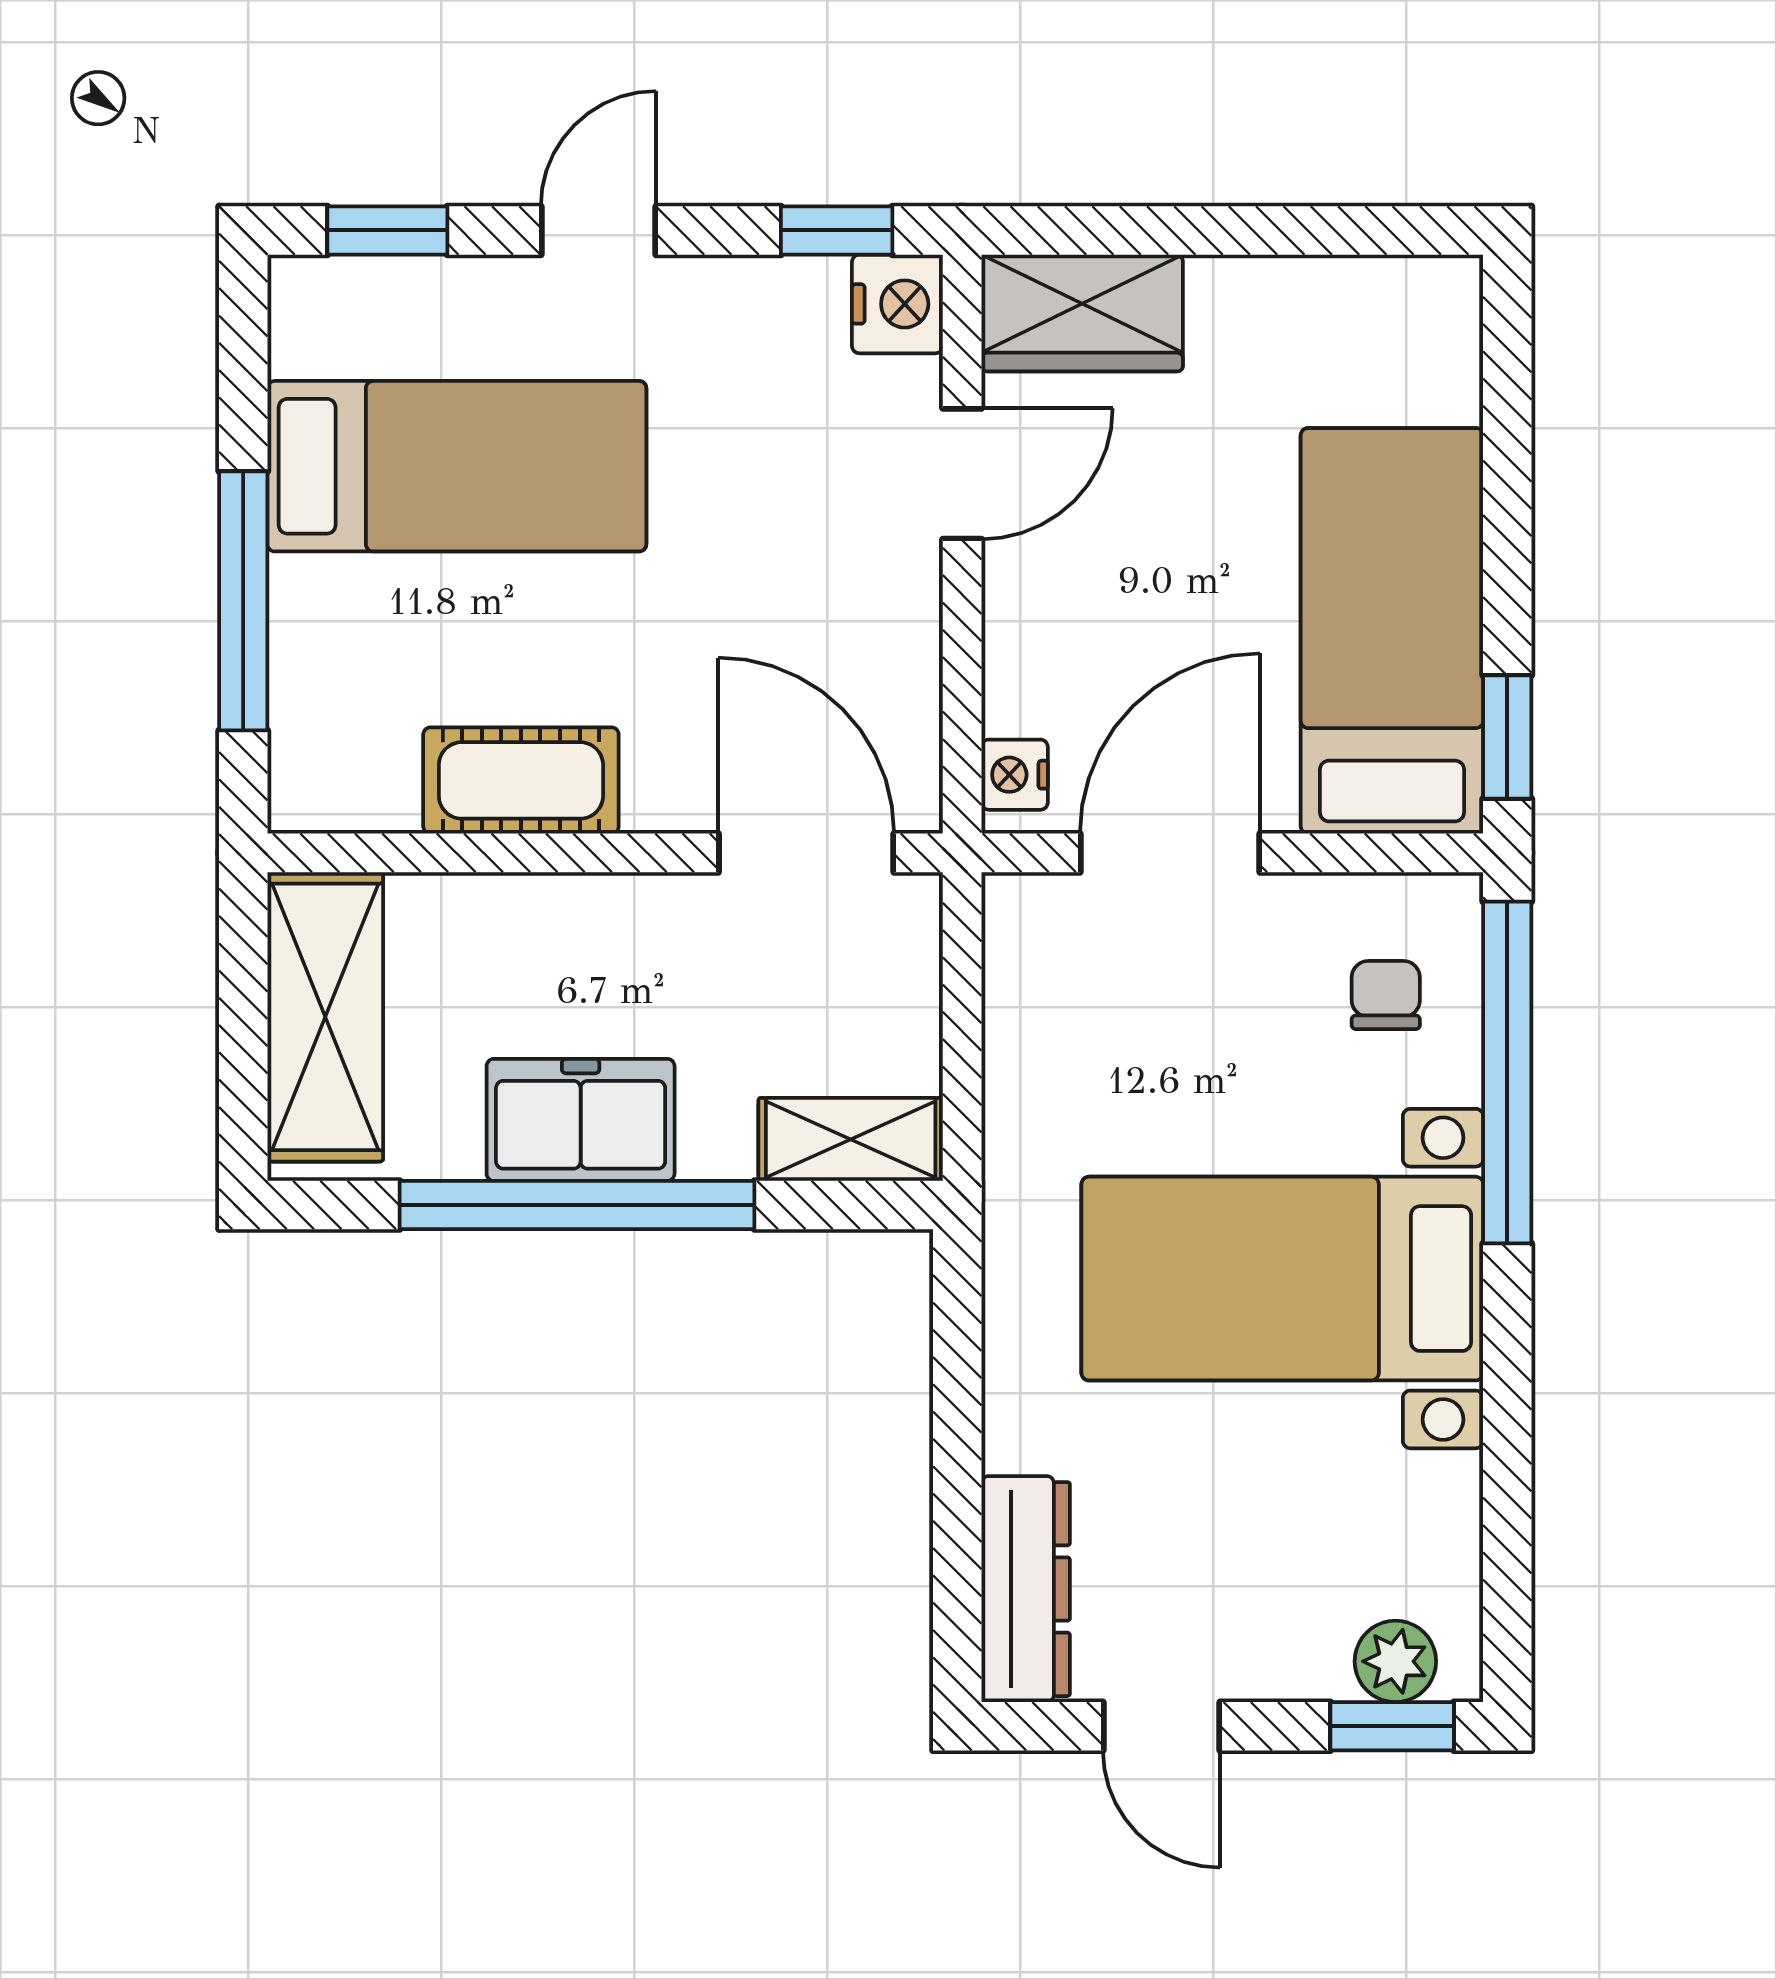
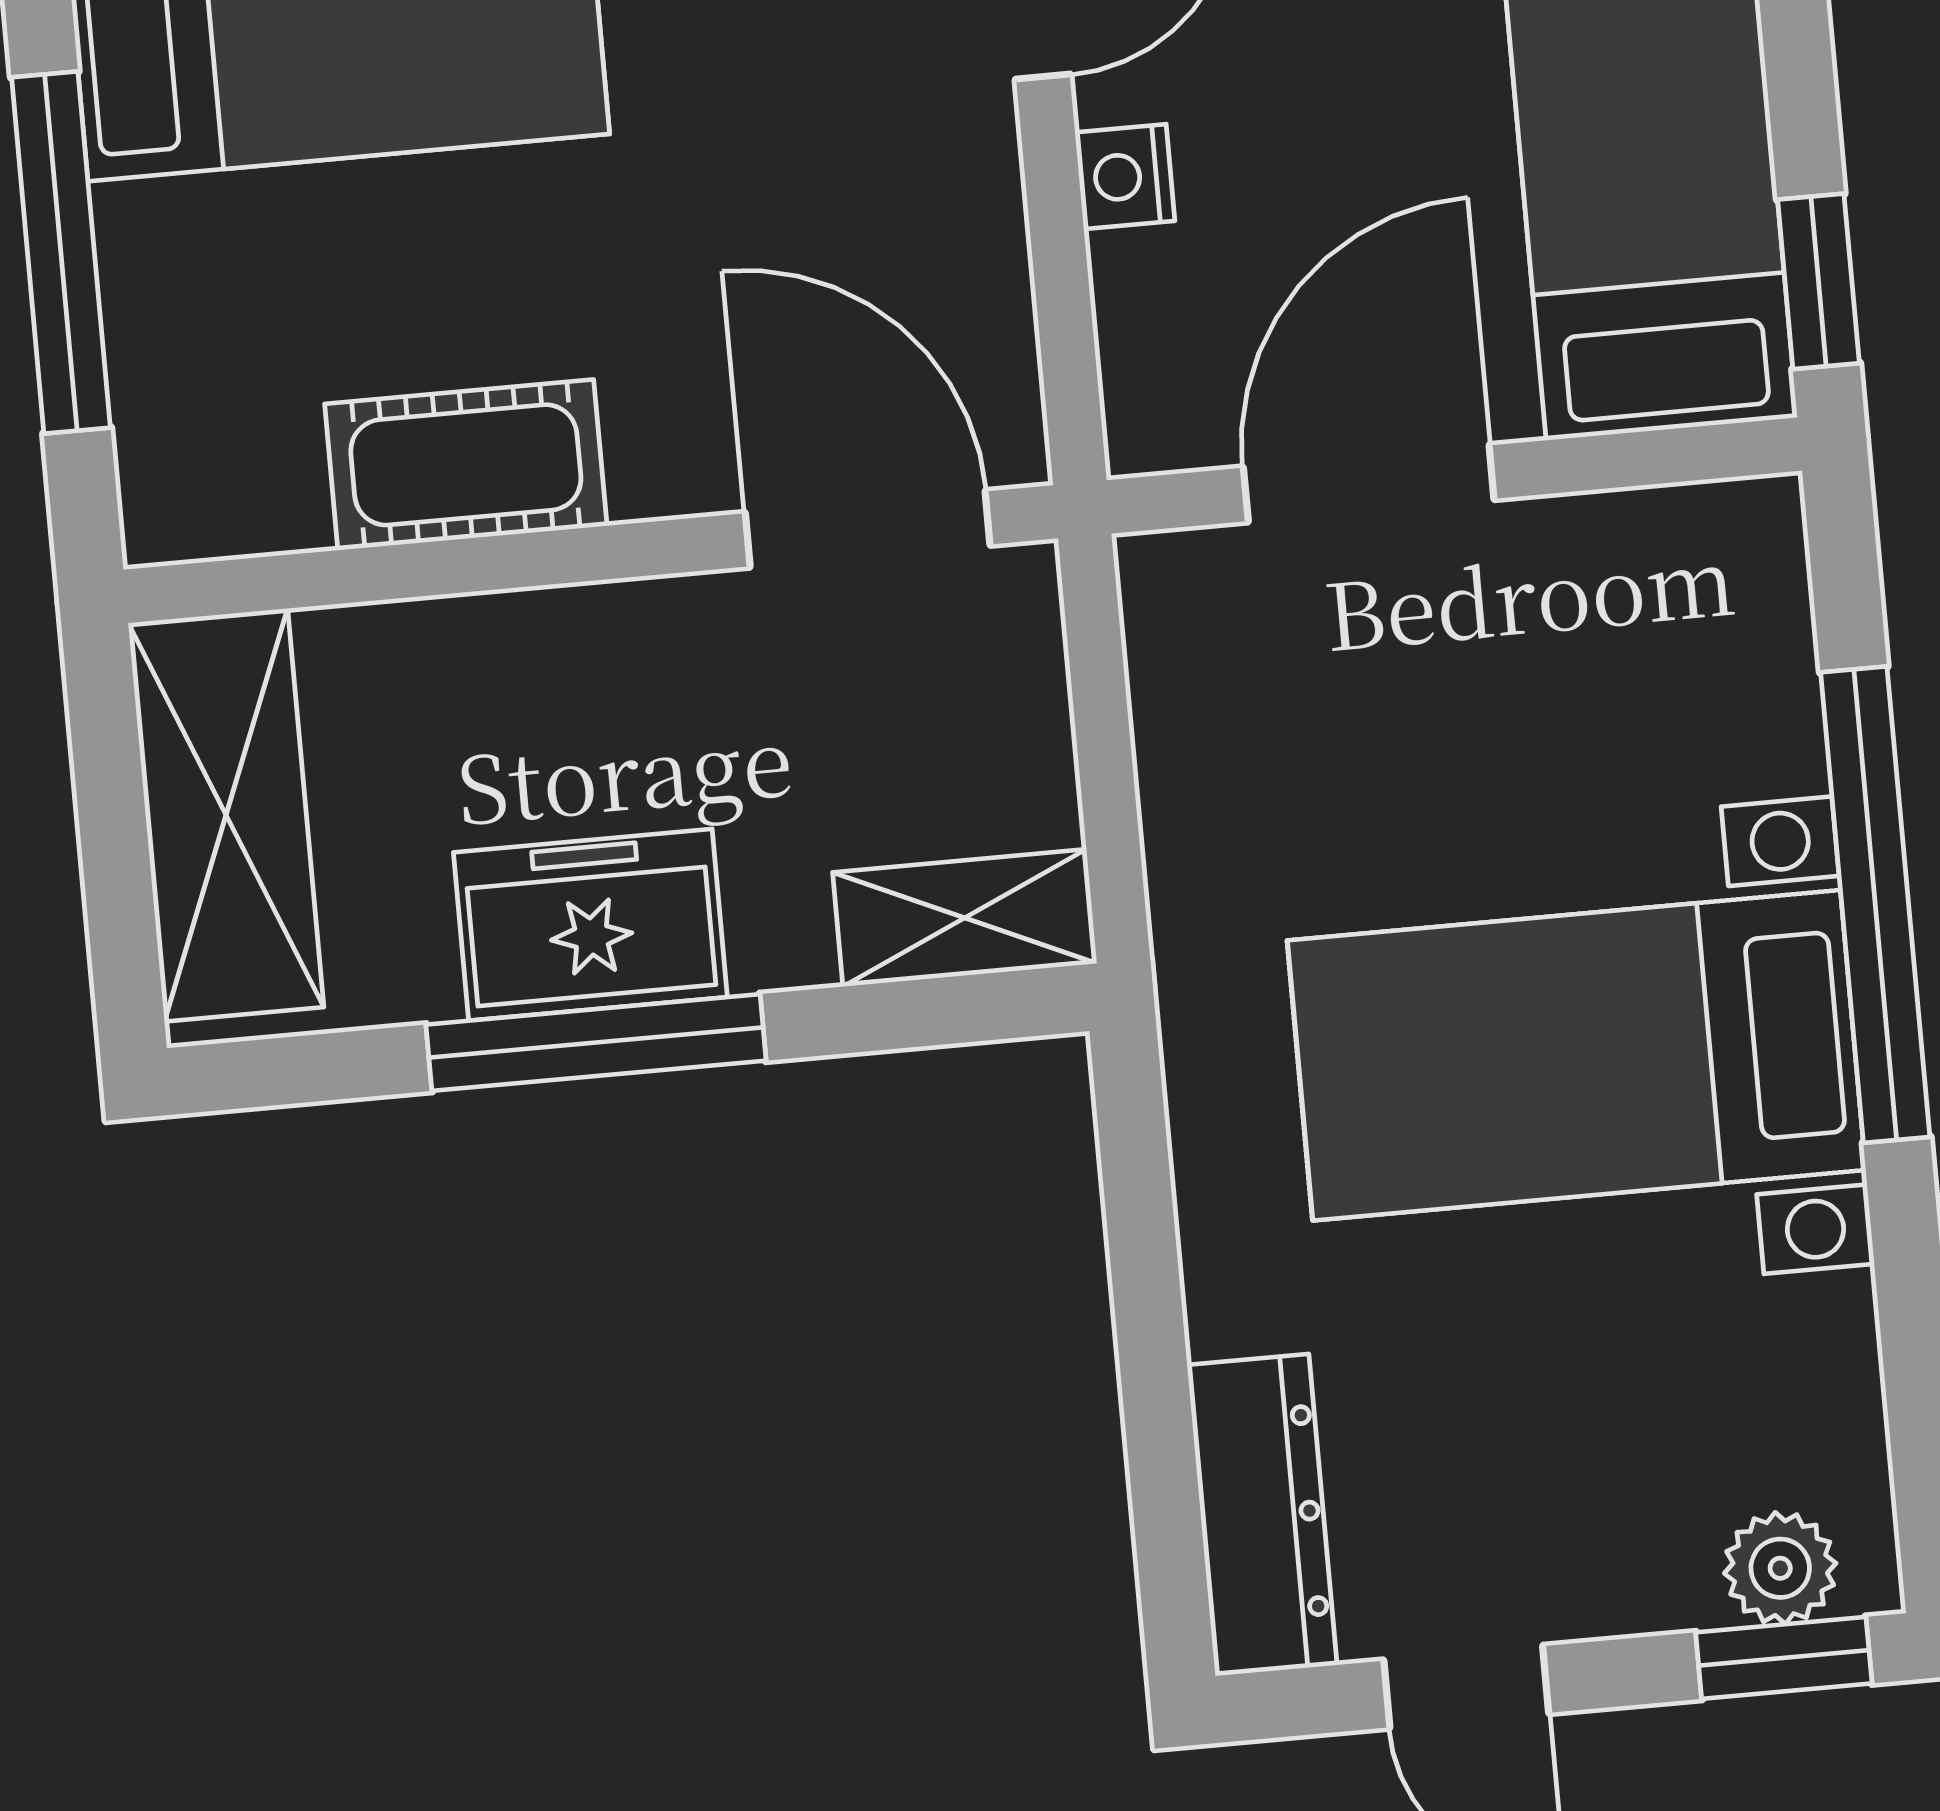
nightstand: (1015, 775) -> (1125, 177), moved
chair: (1386, 995) -> (1683, 652), removed
window: (1507, 1072) -> (1875, 905), moved
window: (577, 1205) -> (596, 1043), width x0.68

